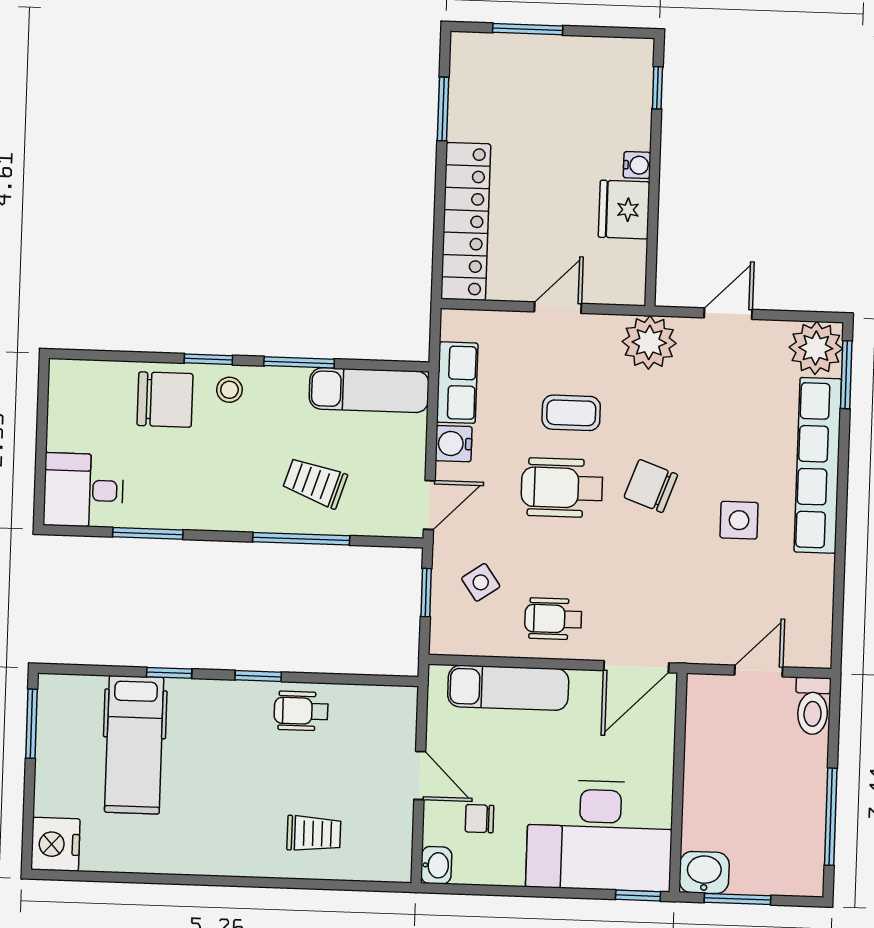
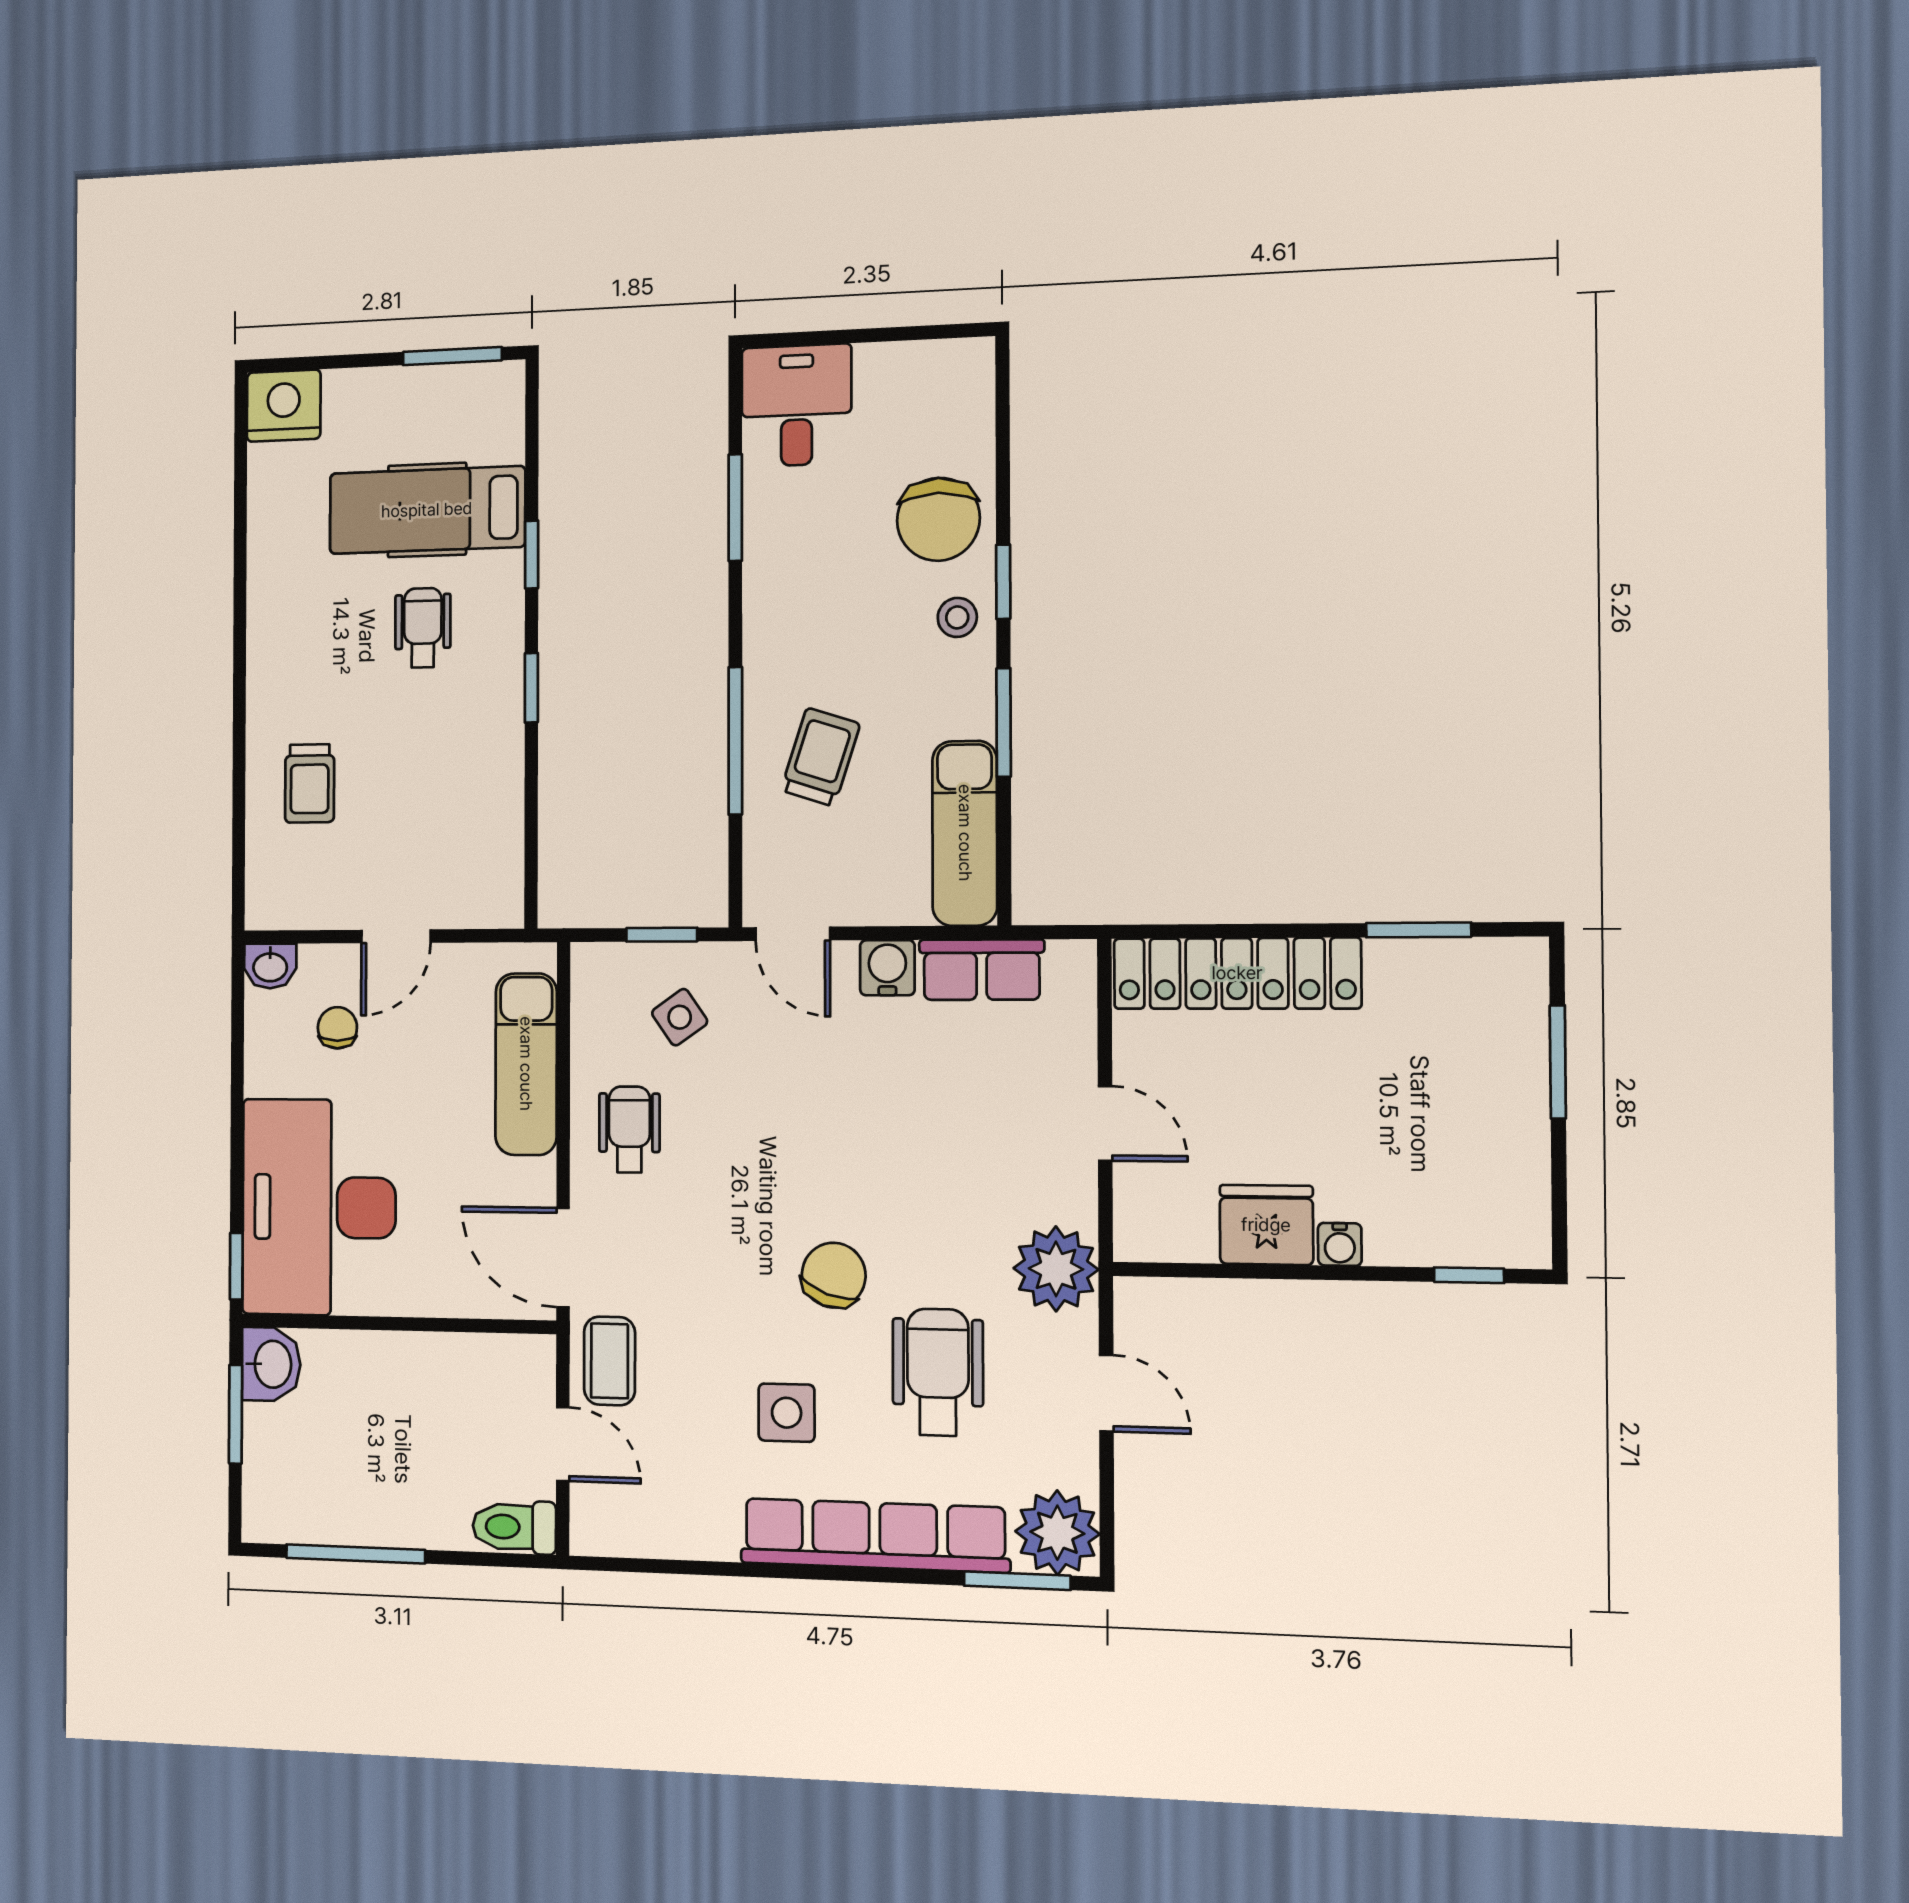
coffee table: (571, 413) -> (610, 1361), moved
wheelchair: (562, 488) -> (938, 1372), moved
wheelchair: (301, 711) -> (423, 628), moved

